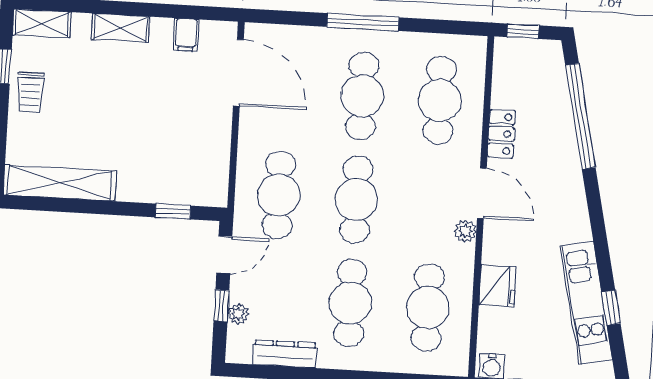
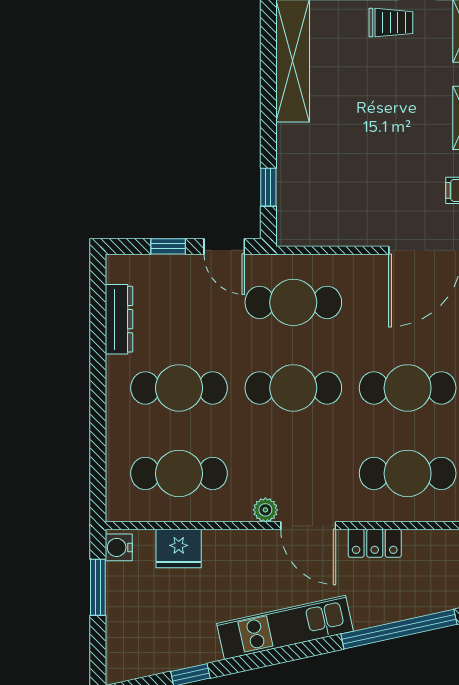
trolley: (30, 92) -> (391, 23), turned 180
door: (482, 193) -> (308, 526), hinge flipped
fridge: (497, 286) -> (179, 549), moved
kitchen unit: (586, 303) -> (285, 627), moved
plant: (238, 314) -> (160, 265), removed

